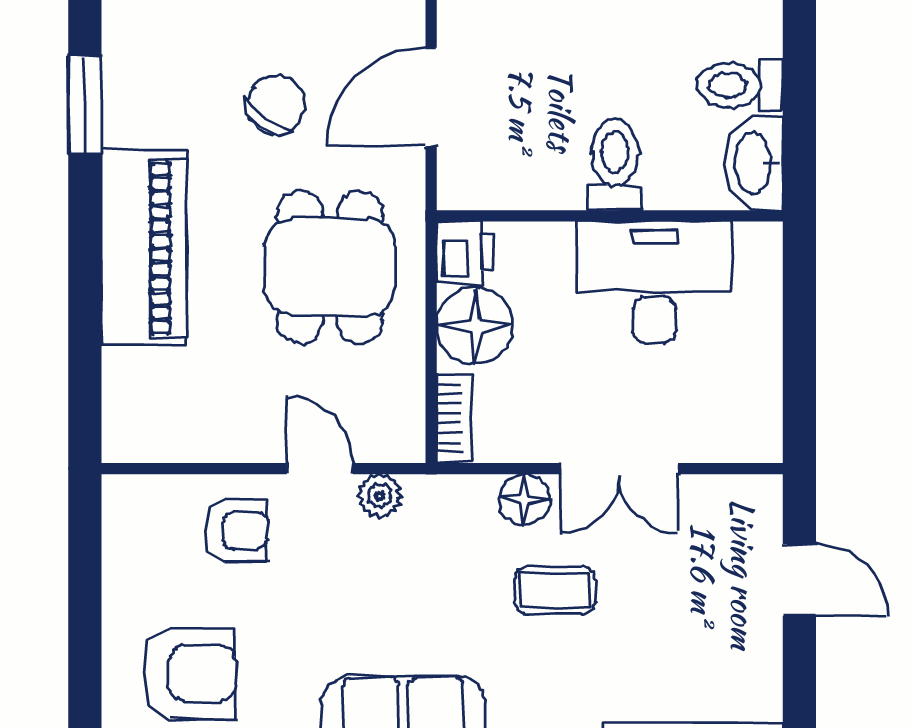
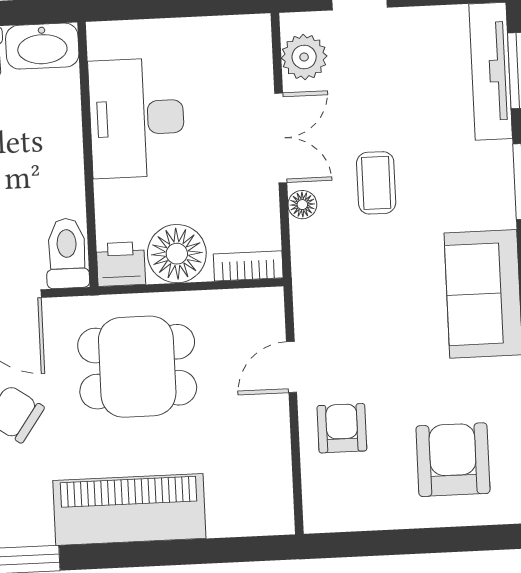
toilet: (615, 165) -> (67, 253), moved, turned 90
plant: (380, 496) -> (304, 57), moved, width x1.38, depth x1.38
floor lamp: (524, 500) -> (302, 205), width x0.73, depth x0.73

